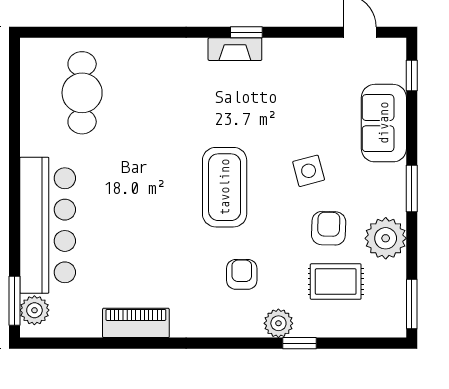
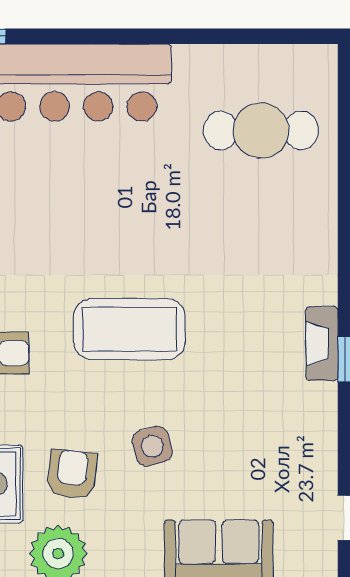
armchair: (329, 228) -> (72, 474), turned -86

